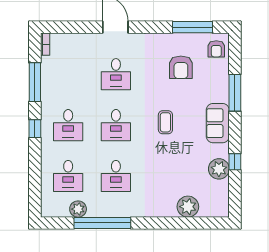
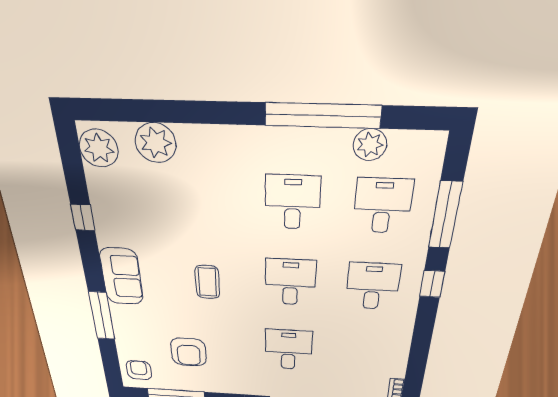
armchair: (181, 67) -> (189, 352), turned 180
window: (35, 82) -> (445, 215), moved
plant: (219, 169) -> (99, 148), moved

